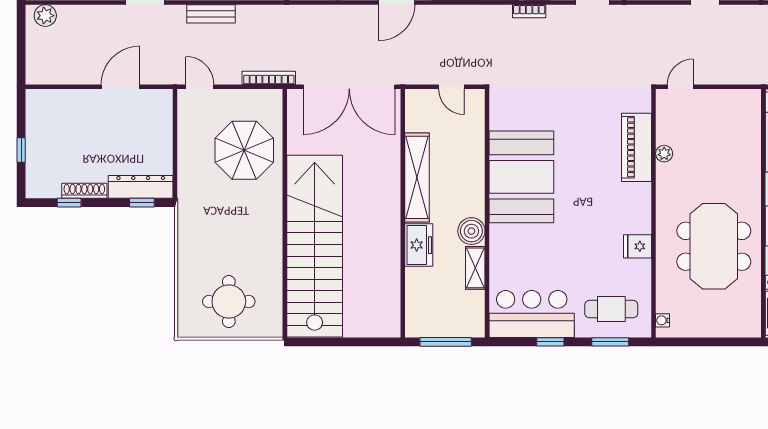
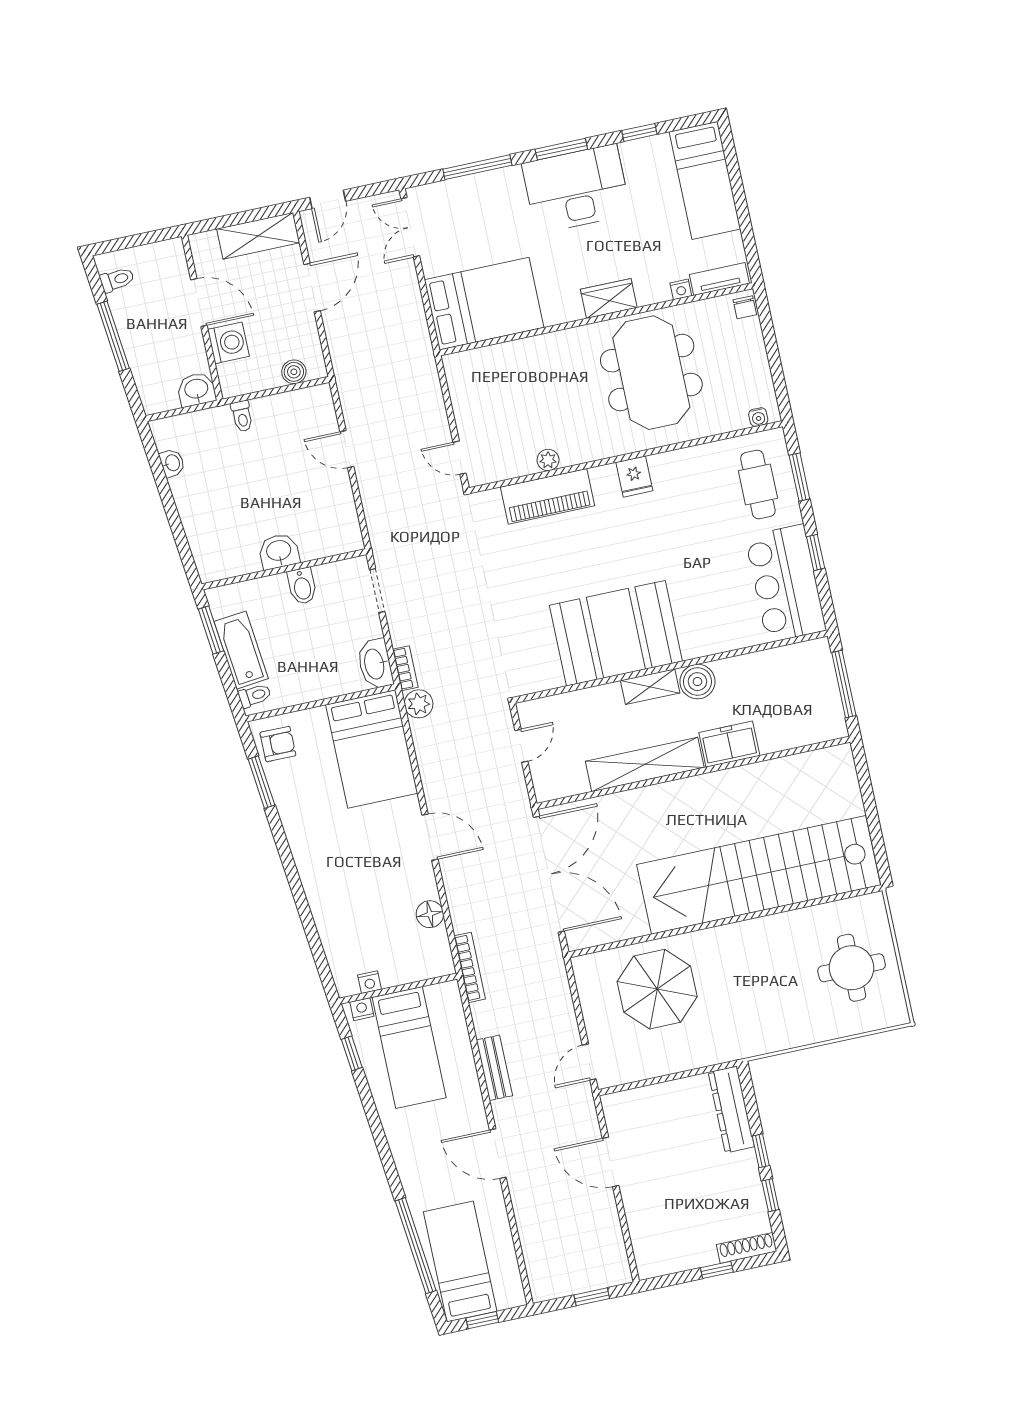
plant: (45, 16) -> (419, 704), moved
window: (21, 50) -> (592, 1297), added
bookcase: (269, 78) -> (470, 967), moved, turned 180
shoe rack: (84, 191) -> (747, 1248), moved, turned 90
window: (142, 203) -> (761, 1151), moved
fridge: (638, 246) -> (634, 477), moved
meeting table: (714, 246) -> (651, 373), turned 90
shelving: (475, 268) -> (650, 687), moved
chair: (748, 328) -> (745, 307), added

